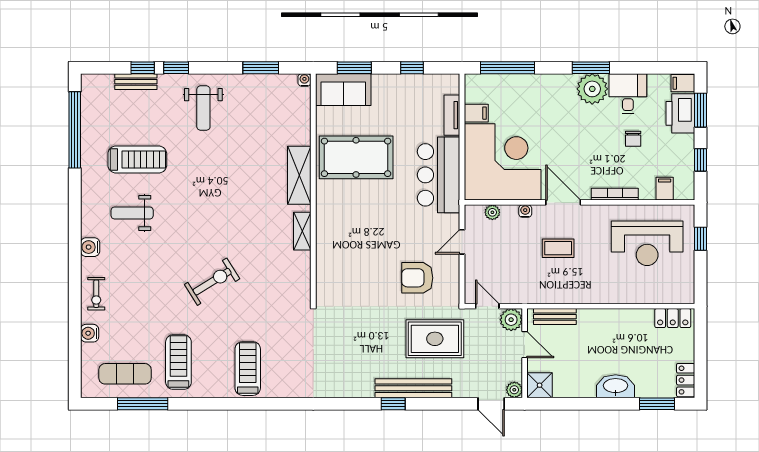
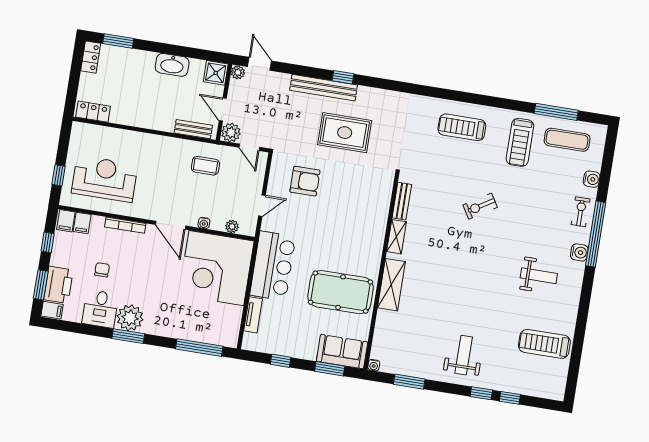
bench: (136, 82) -> (402, 201), moved, turned 90
filing cabinet: (476, 113) -> (66, 221), moved, turned -90
window: (75, 130) -> (596, 234), moved
treadmill: (137, 160) -> (544, 344), moved
coffee table: (558, 248) -> (205, 166), moved
exercise bike: (212, 282) -> (480, 206), width x0.73, depth x0.72
rug: (435, 339) -> (345, 133), moved
treadmill: (248, 369) -> (462, 127), turned 90
washbasin: (616, 386) -> (172, 65), moved

